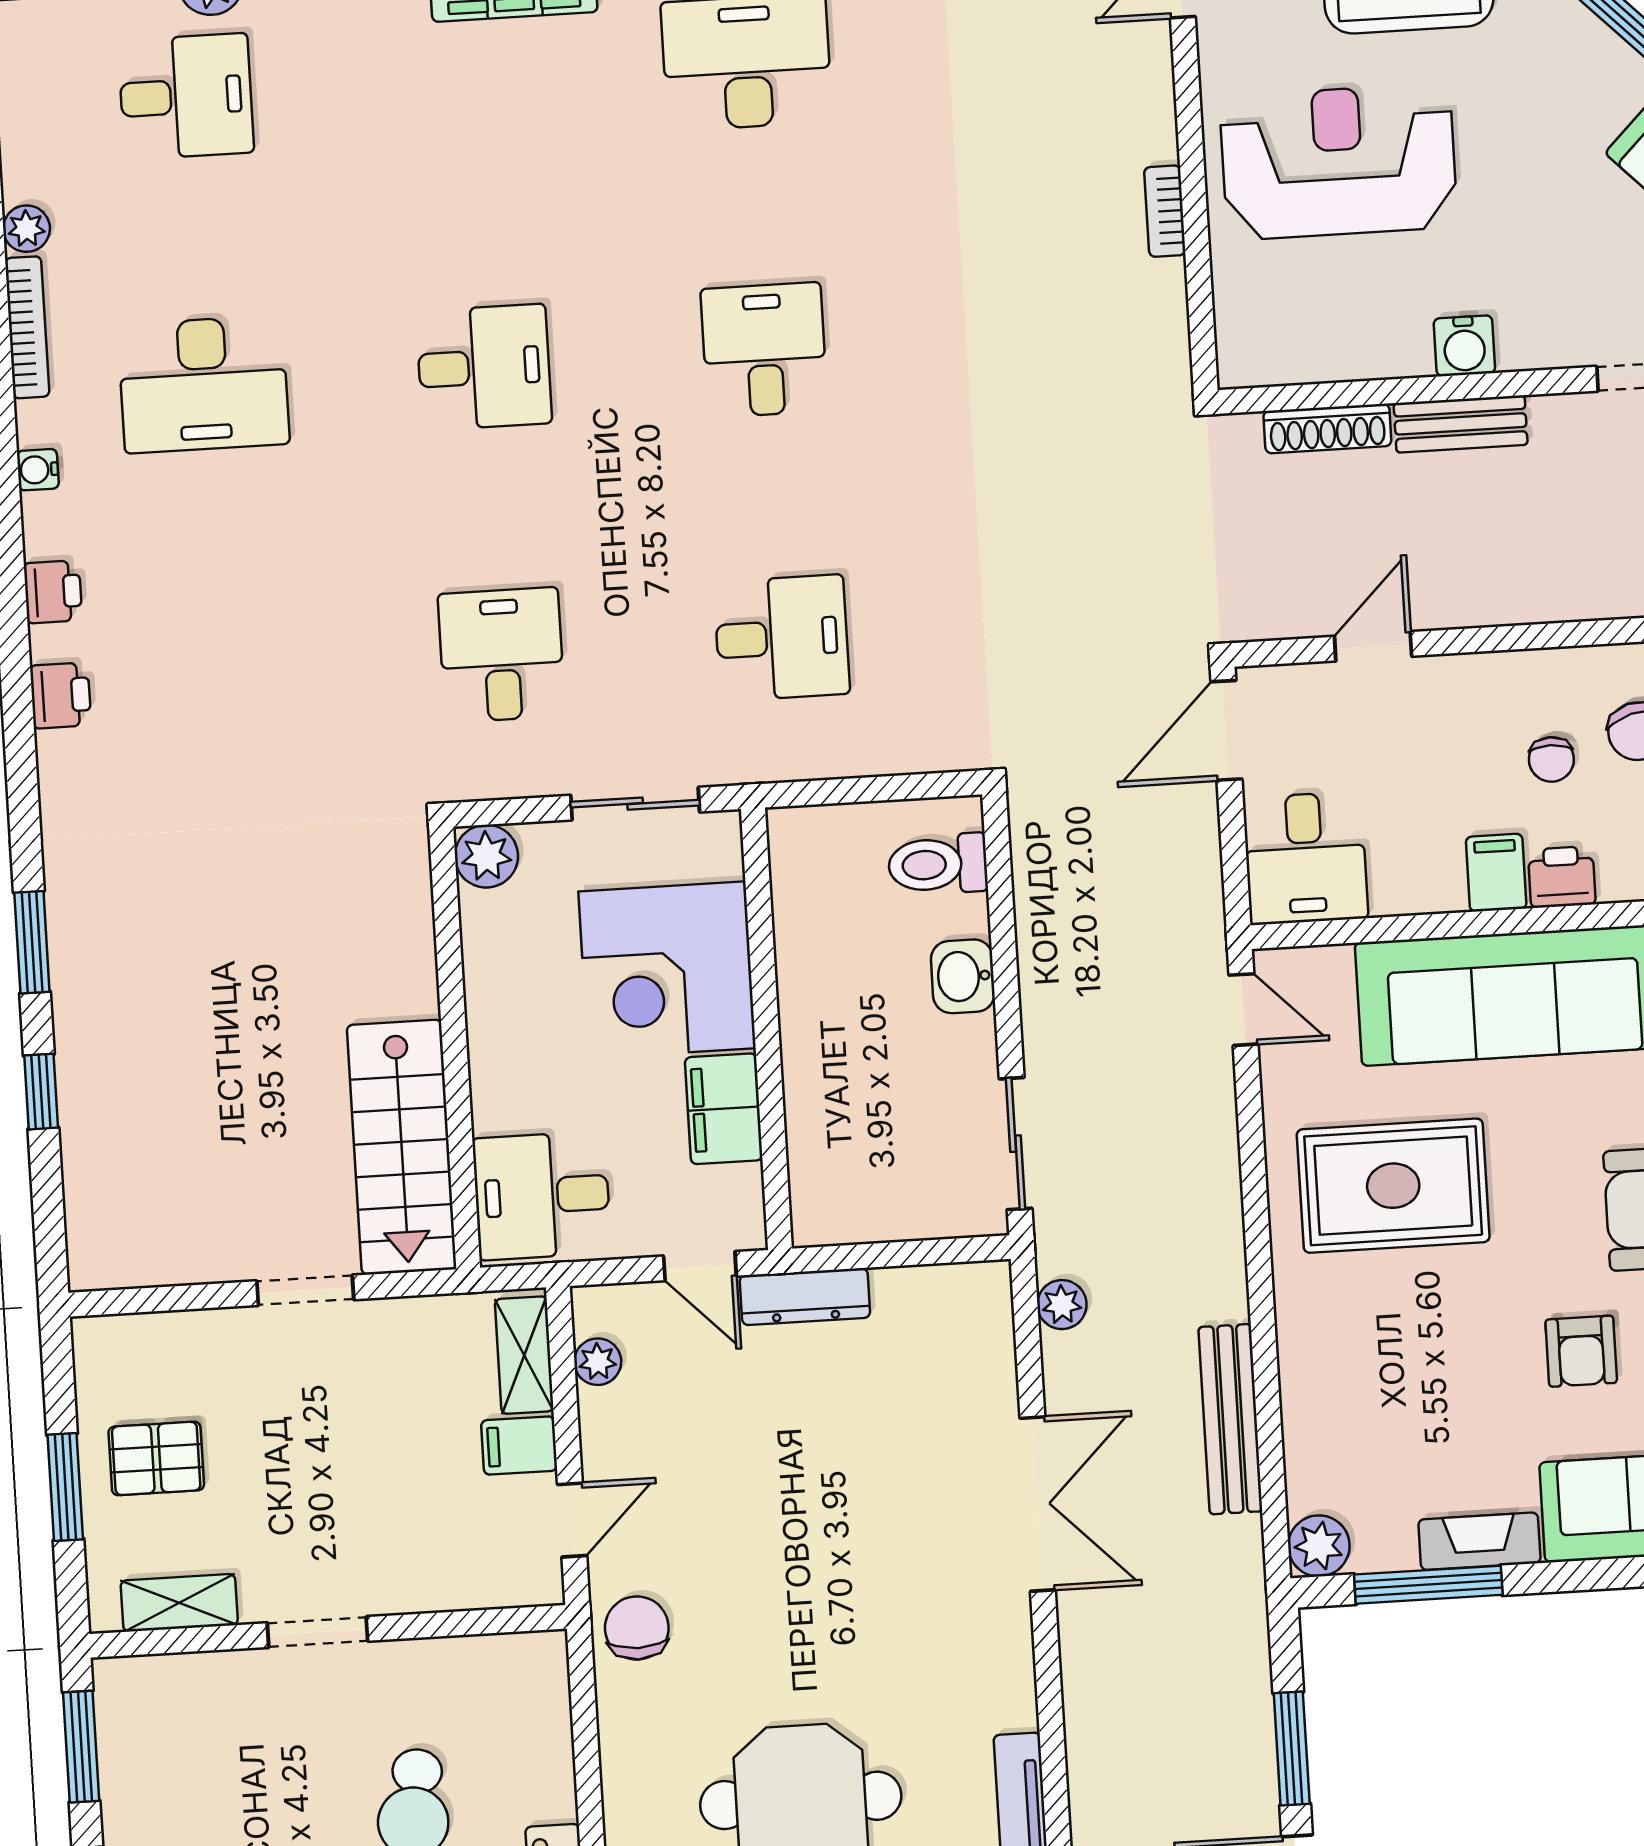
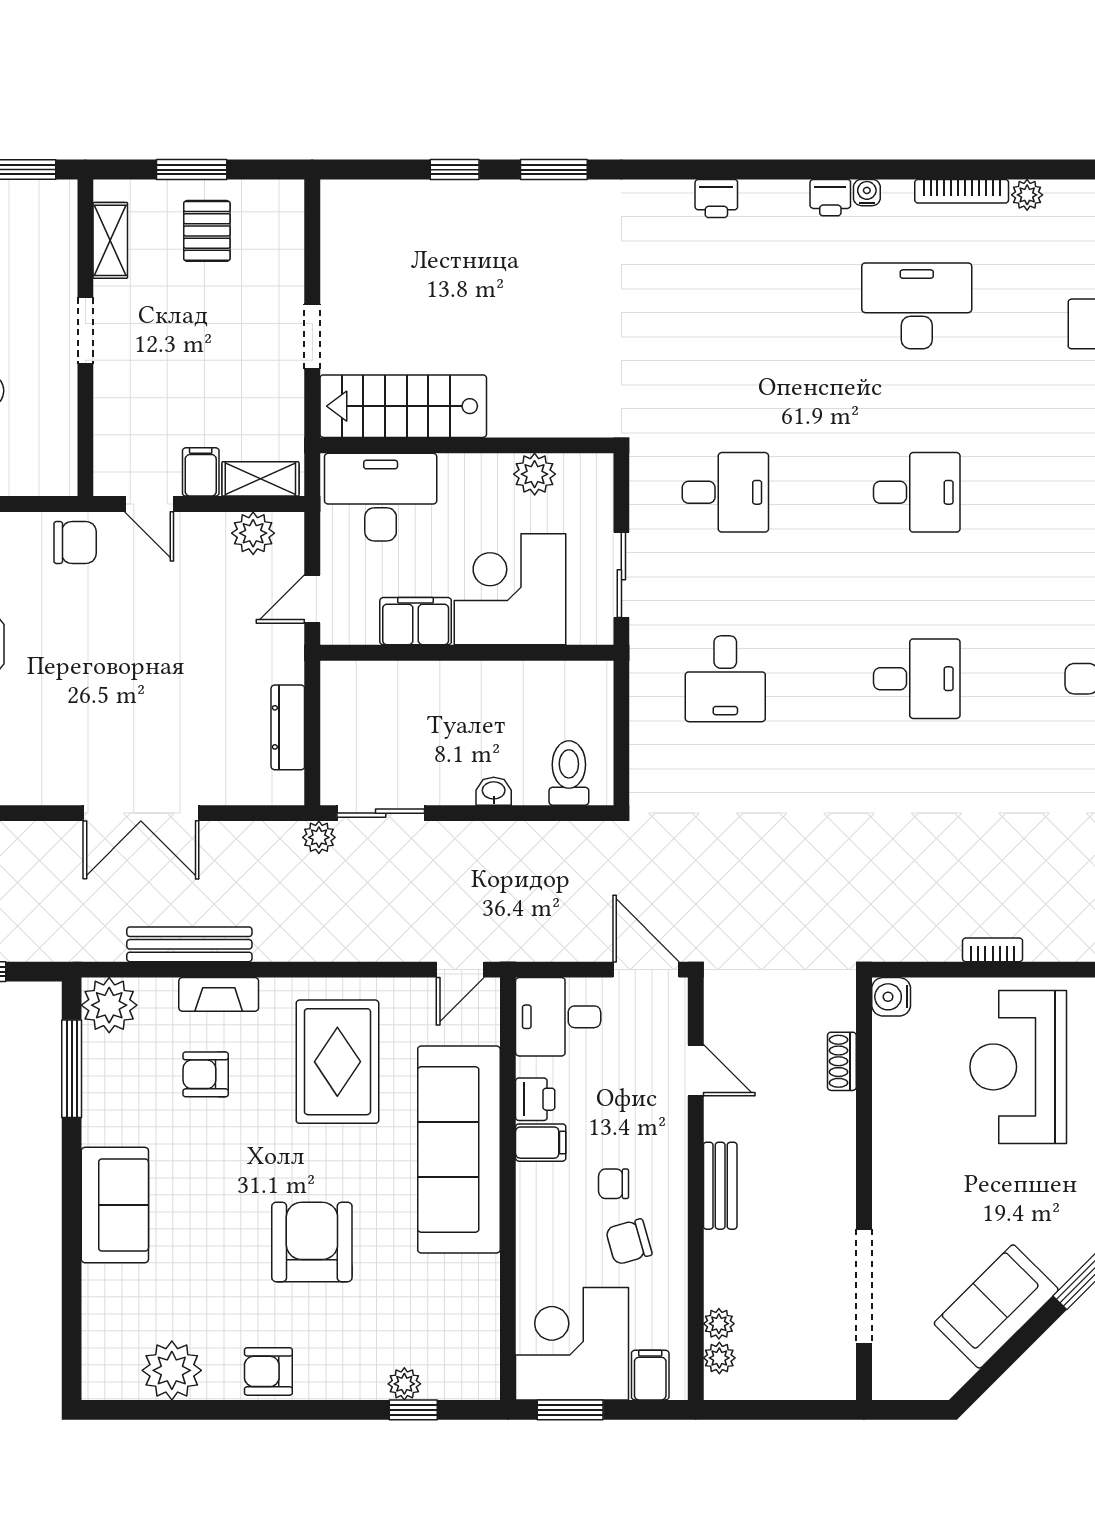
reception desk: (1338, 162) -> (1018, 1067), turned 180
water cooler: (1464, 346) -> (891, 997), moved
desk: (484, 367) -> (917, 492), turned -90
desk: (204, 384) -> (917, 306), turned 90
bench: (1461, 424) -> (720, 1186), moved
shoe rack: (1327, 428) -> (842, 1061), width x0.70
printer: (53, 592) -> (830, 198), moved
plant: (486, 856) -> (535, 474), moved
printer: (1562, 877) -> (535, 1099), moved
washbasin: (963, 976) -> (494, 791), width x0.72, depth x0.69
desk: (542, 1196) -> (381, 497), width x1.37
dresser: (805, 1297) -> (288, 727), moved
plant: (1062, 1305) -> (319, 837), moved
armchair: (1581, 1351) -> (206, 1074), moved
plant: (598, 1362) -> (253, 533), width x1.38, depth x1.38
fireplace: (1479, 1541) -> (219, 994), moved, turned 90
plant: (1319, 1546) -> (109, 1005), width x1.36, depth x1.36

